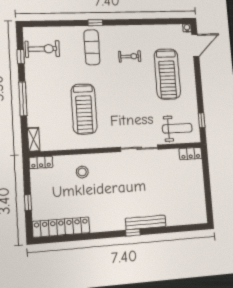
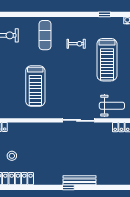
window: (95, 23) -> (104, 14), moved
stool: (82, 172) -> (12, 156), moved

